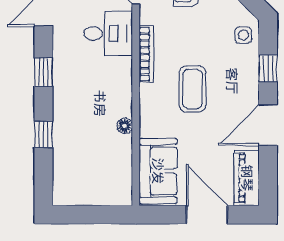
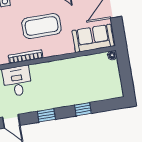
coffee table: (193, 89) -> (42, 26), width x1.36, depth x1.32
floor lamp: (125, 126) -> (112, 55), moved

